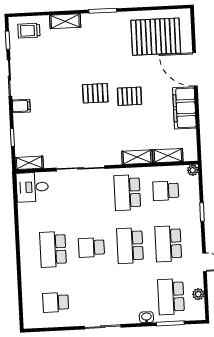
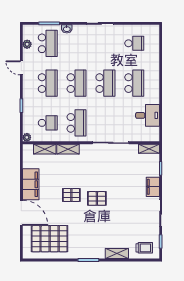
filing cabinet: (21, 106) -> (153, 187), width x2.00
desk: (32, 187) -> (148, 115), moved
school desk: (91, 248) -> (105, 83), width x1.85

